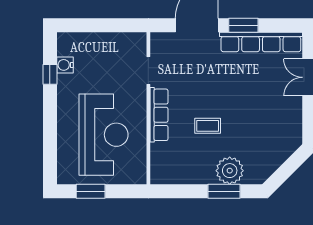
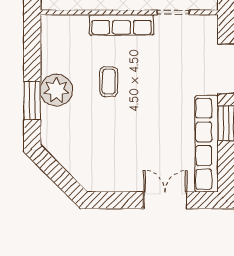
plant: (230, 171) -> (56, 90), moved

